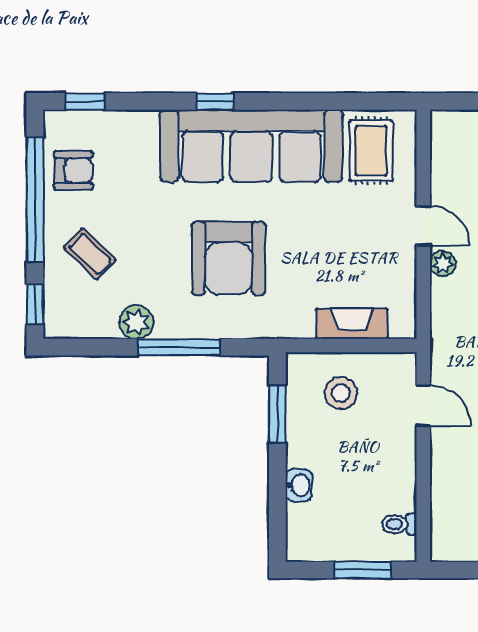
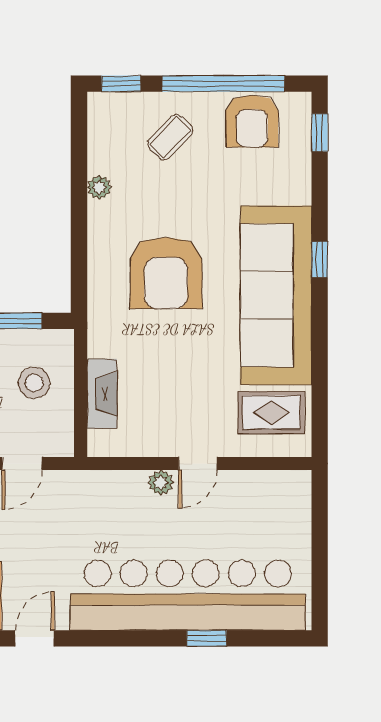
armchair: (73, 170) -> (252, 121), width x1.38, depth x1.38
armchair: (229, 258) -> (166, 273), turned -90
plant: (136, 322) -> (99, 187), width x0.73, depth x0.73
window: (179, 347) -> (79, 225), removed

